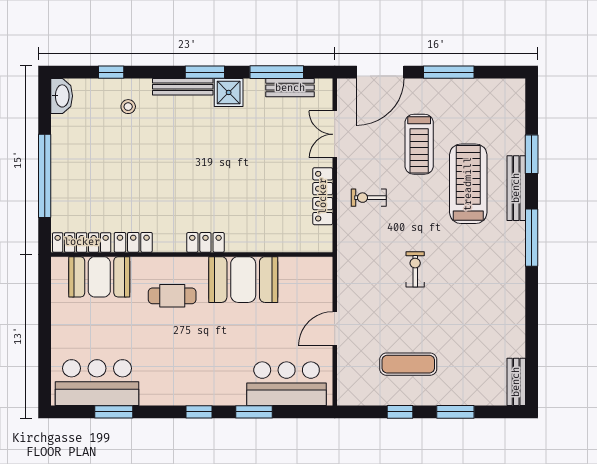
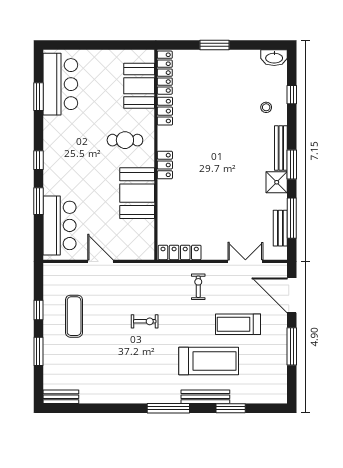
window: (45, 176) -> (214, 45), width x0.47
locker: (323, 196) -> (180, 252), moved
cafe table: (172, 296) -> (125, 140), turned 90

